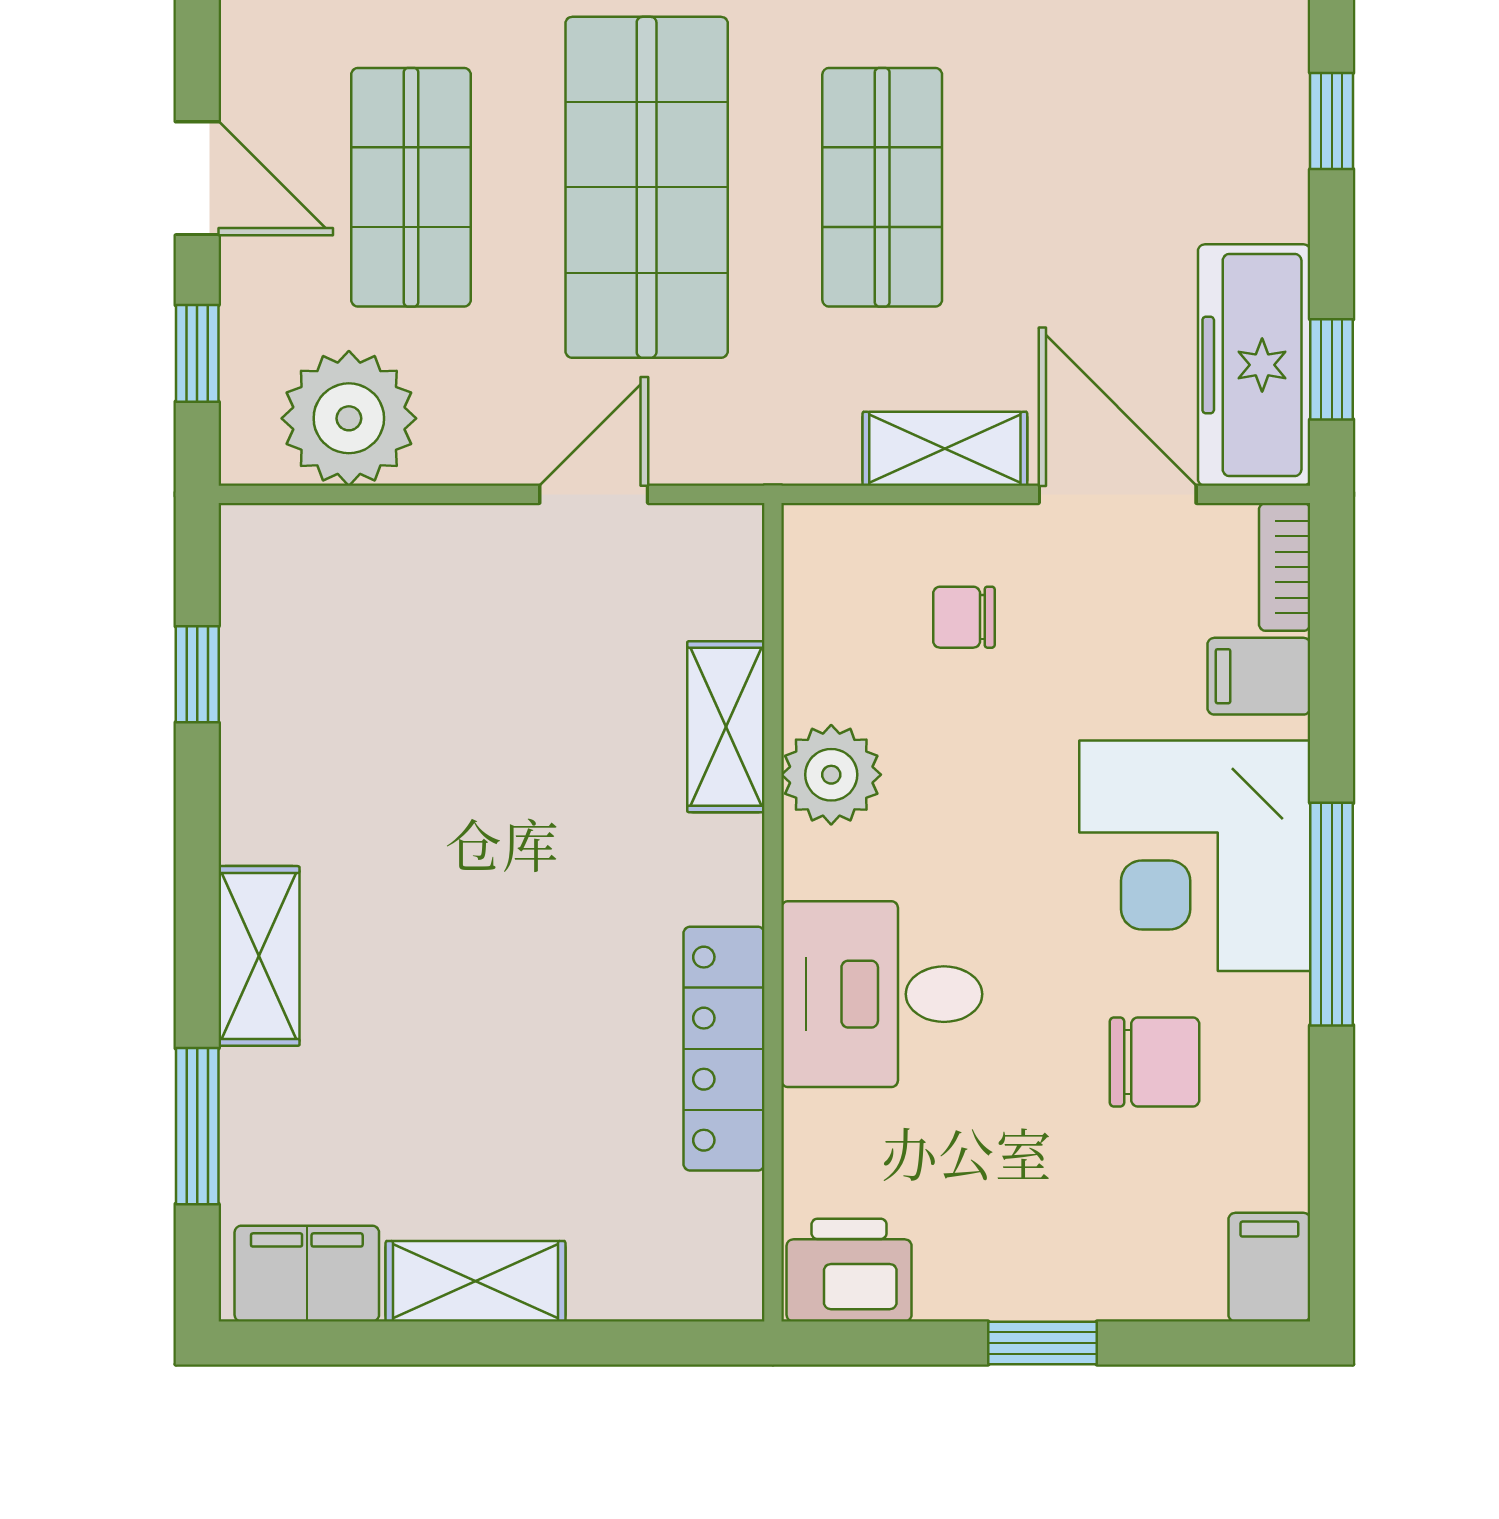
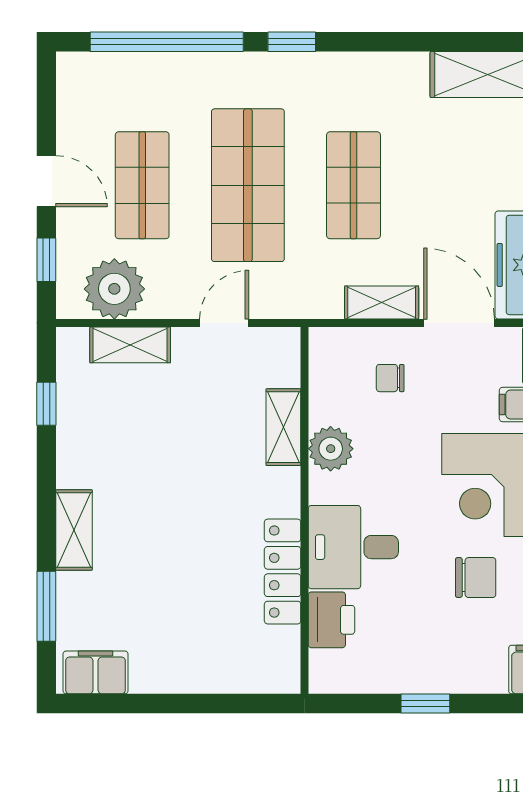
printer: (849, 1270) -> (331, 620), moved, turned 90
shelving: (476, 1281) -> (130, 345), moved

